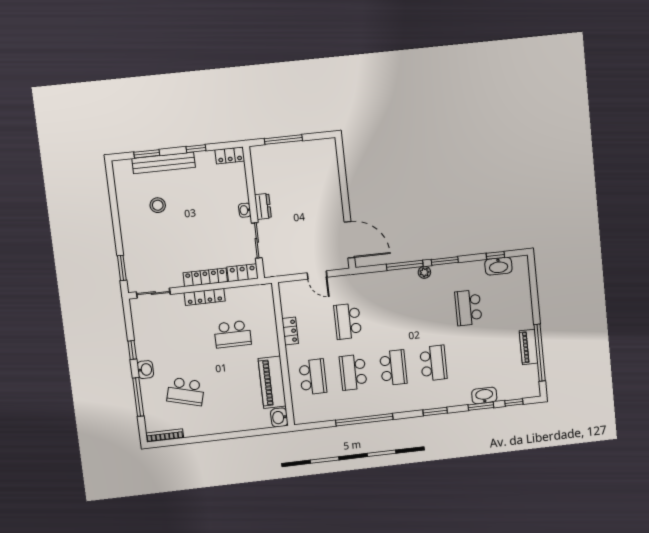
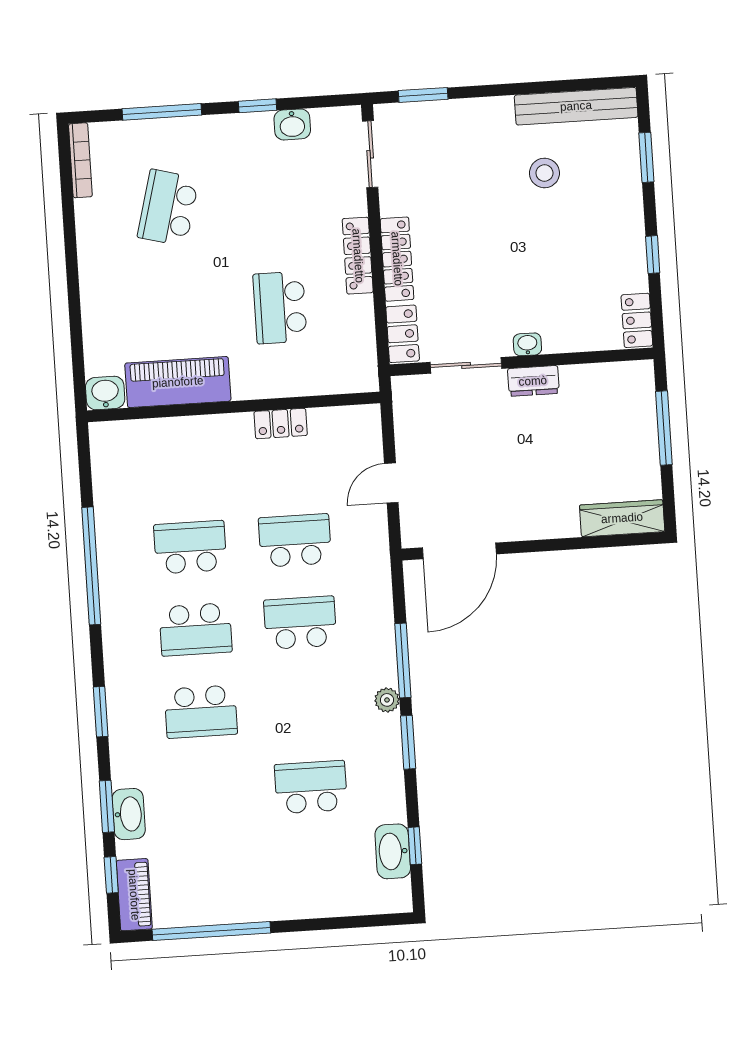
wardrobe: (330, 159) -> (622, 518), added
bench: (164, 163) -> (576, 106), moved, turned 90
piano: (529, 347) -> (134, 895), moved, turned 90
washbasin: (145, 370) -> (292, 124), moved
school desk: (313, 377) -> (300, 623), moved, turned 180

